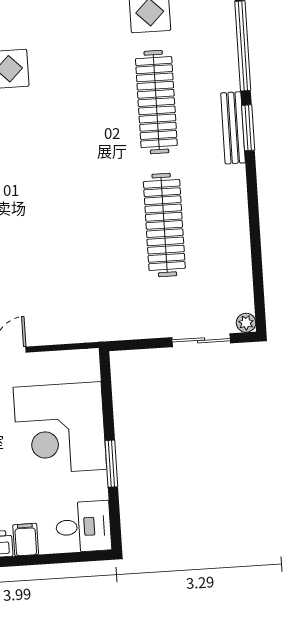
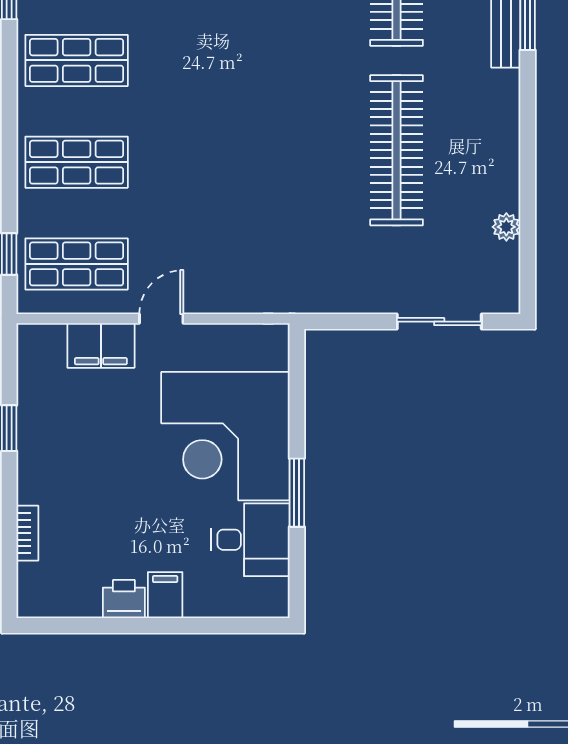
plant: (246, 323) -> (506, 227), moved
desk: (83, 527) -> (250, 540), moved

